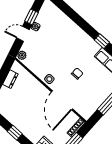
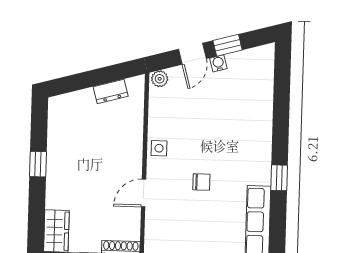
door: (23, 34) -> (192, 54), swing flipped
door: (62, 100) -> (144, 193), width x0.53

